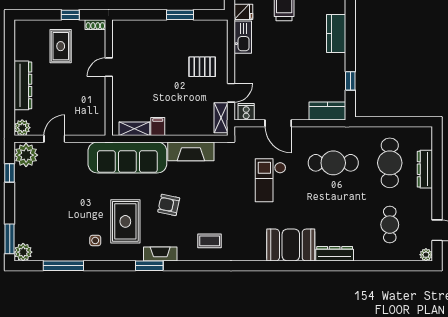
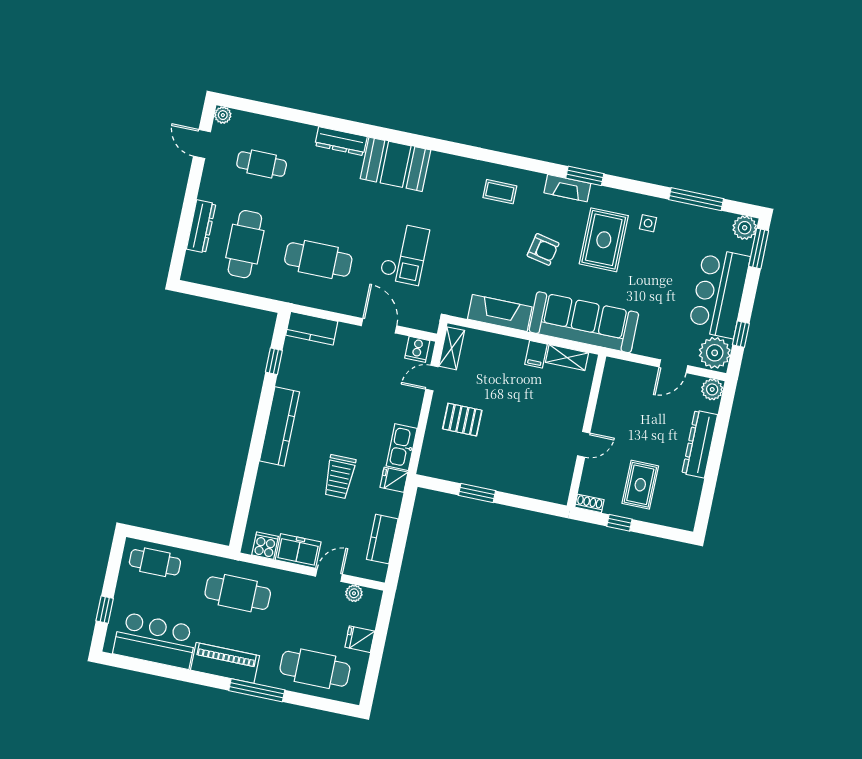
kitchen counter: (336, 34) -> (280, 426), width x1.50
bar counter: (32, 200) -> (719, 293), added
cafe table: (390, 225) -> (262, 164), turned 90

